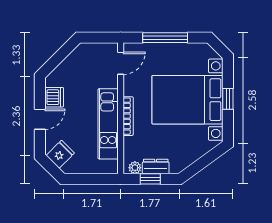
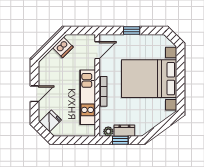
window: (165, 38) -> (132, 30), width x0.46
dishwasher: (54, 97) -> (63, 47), moved, turned 45
window: (228, 99) -> (180, 78), removed

